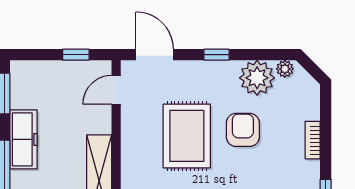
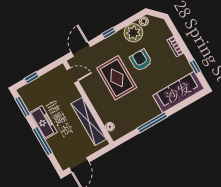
window: (76, 55) -> (32, 78), moved
door: (155, 55) -> (81, 49), hinge flipped
door: (116, 90) -> (72, 75), swing flipped

